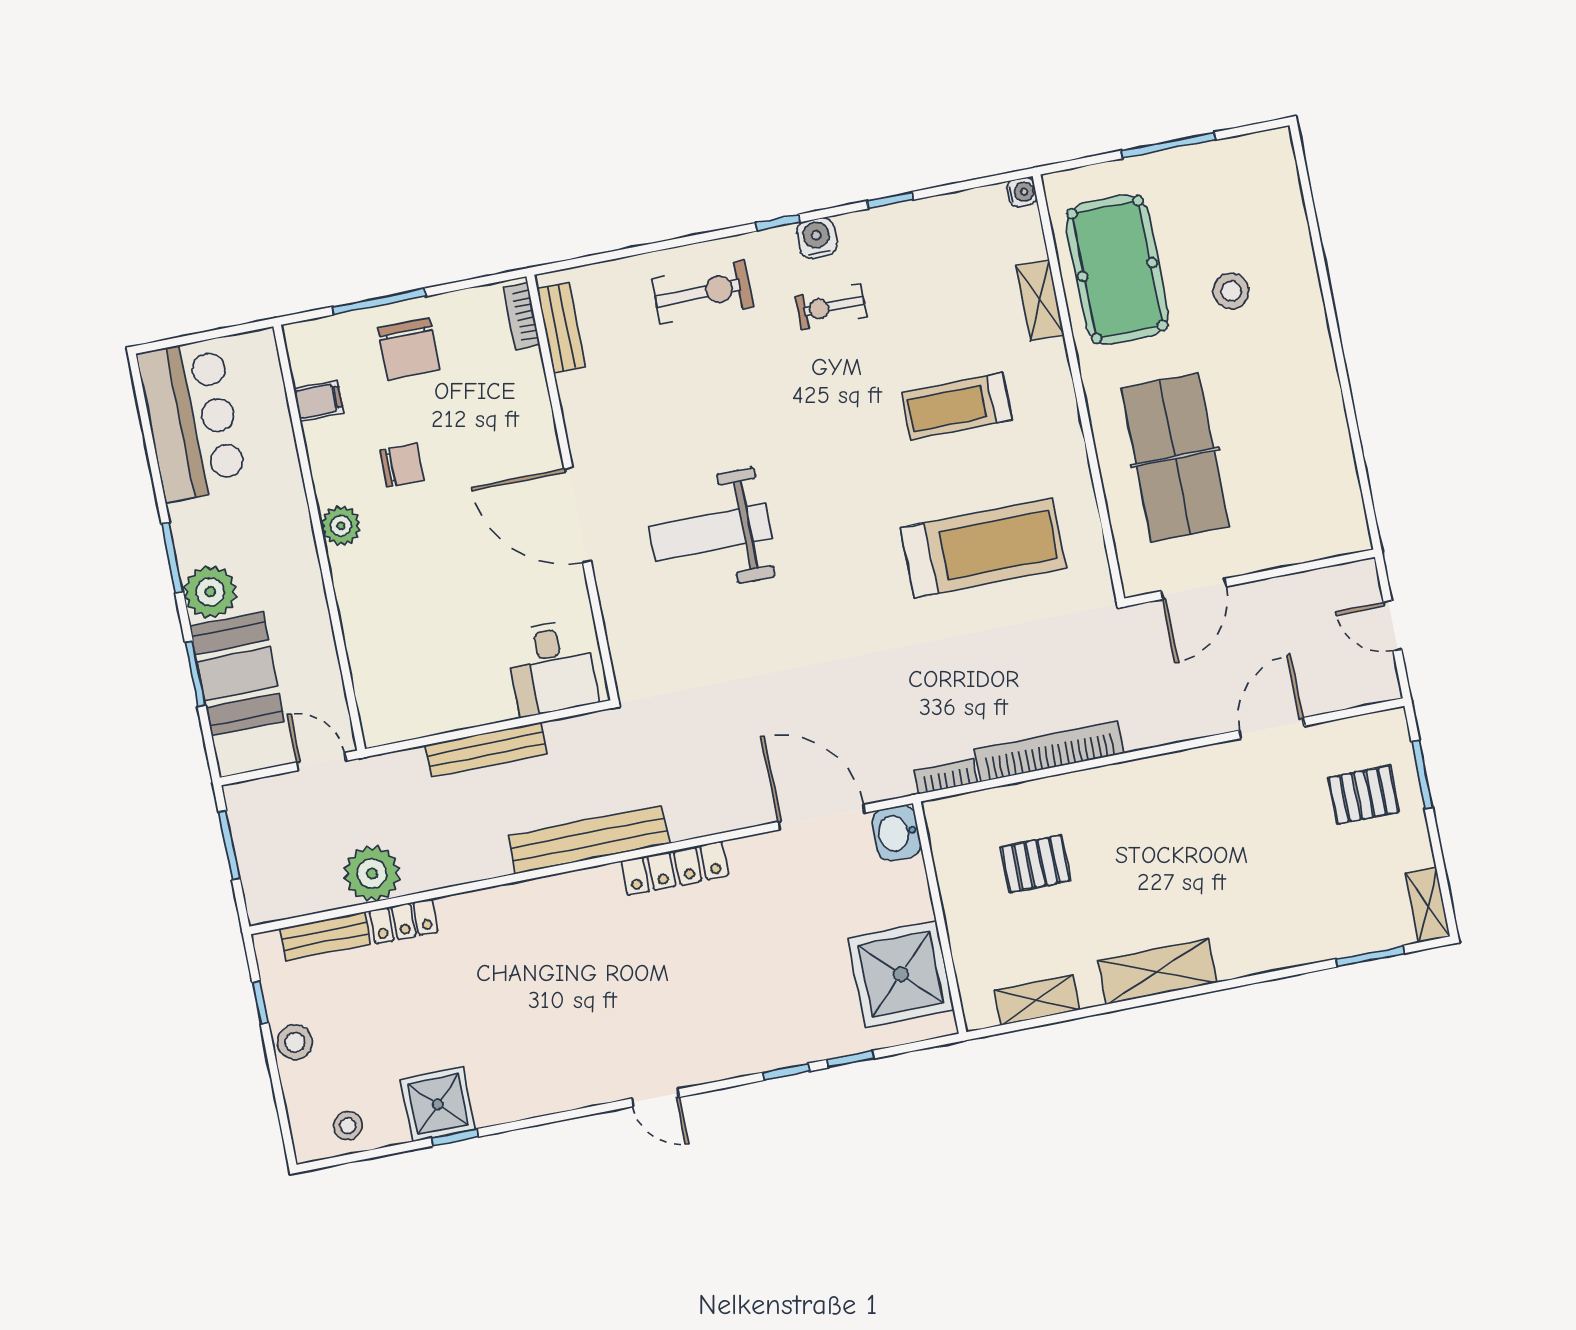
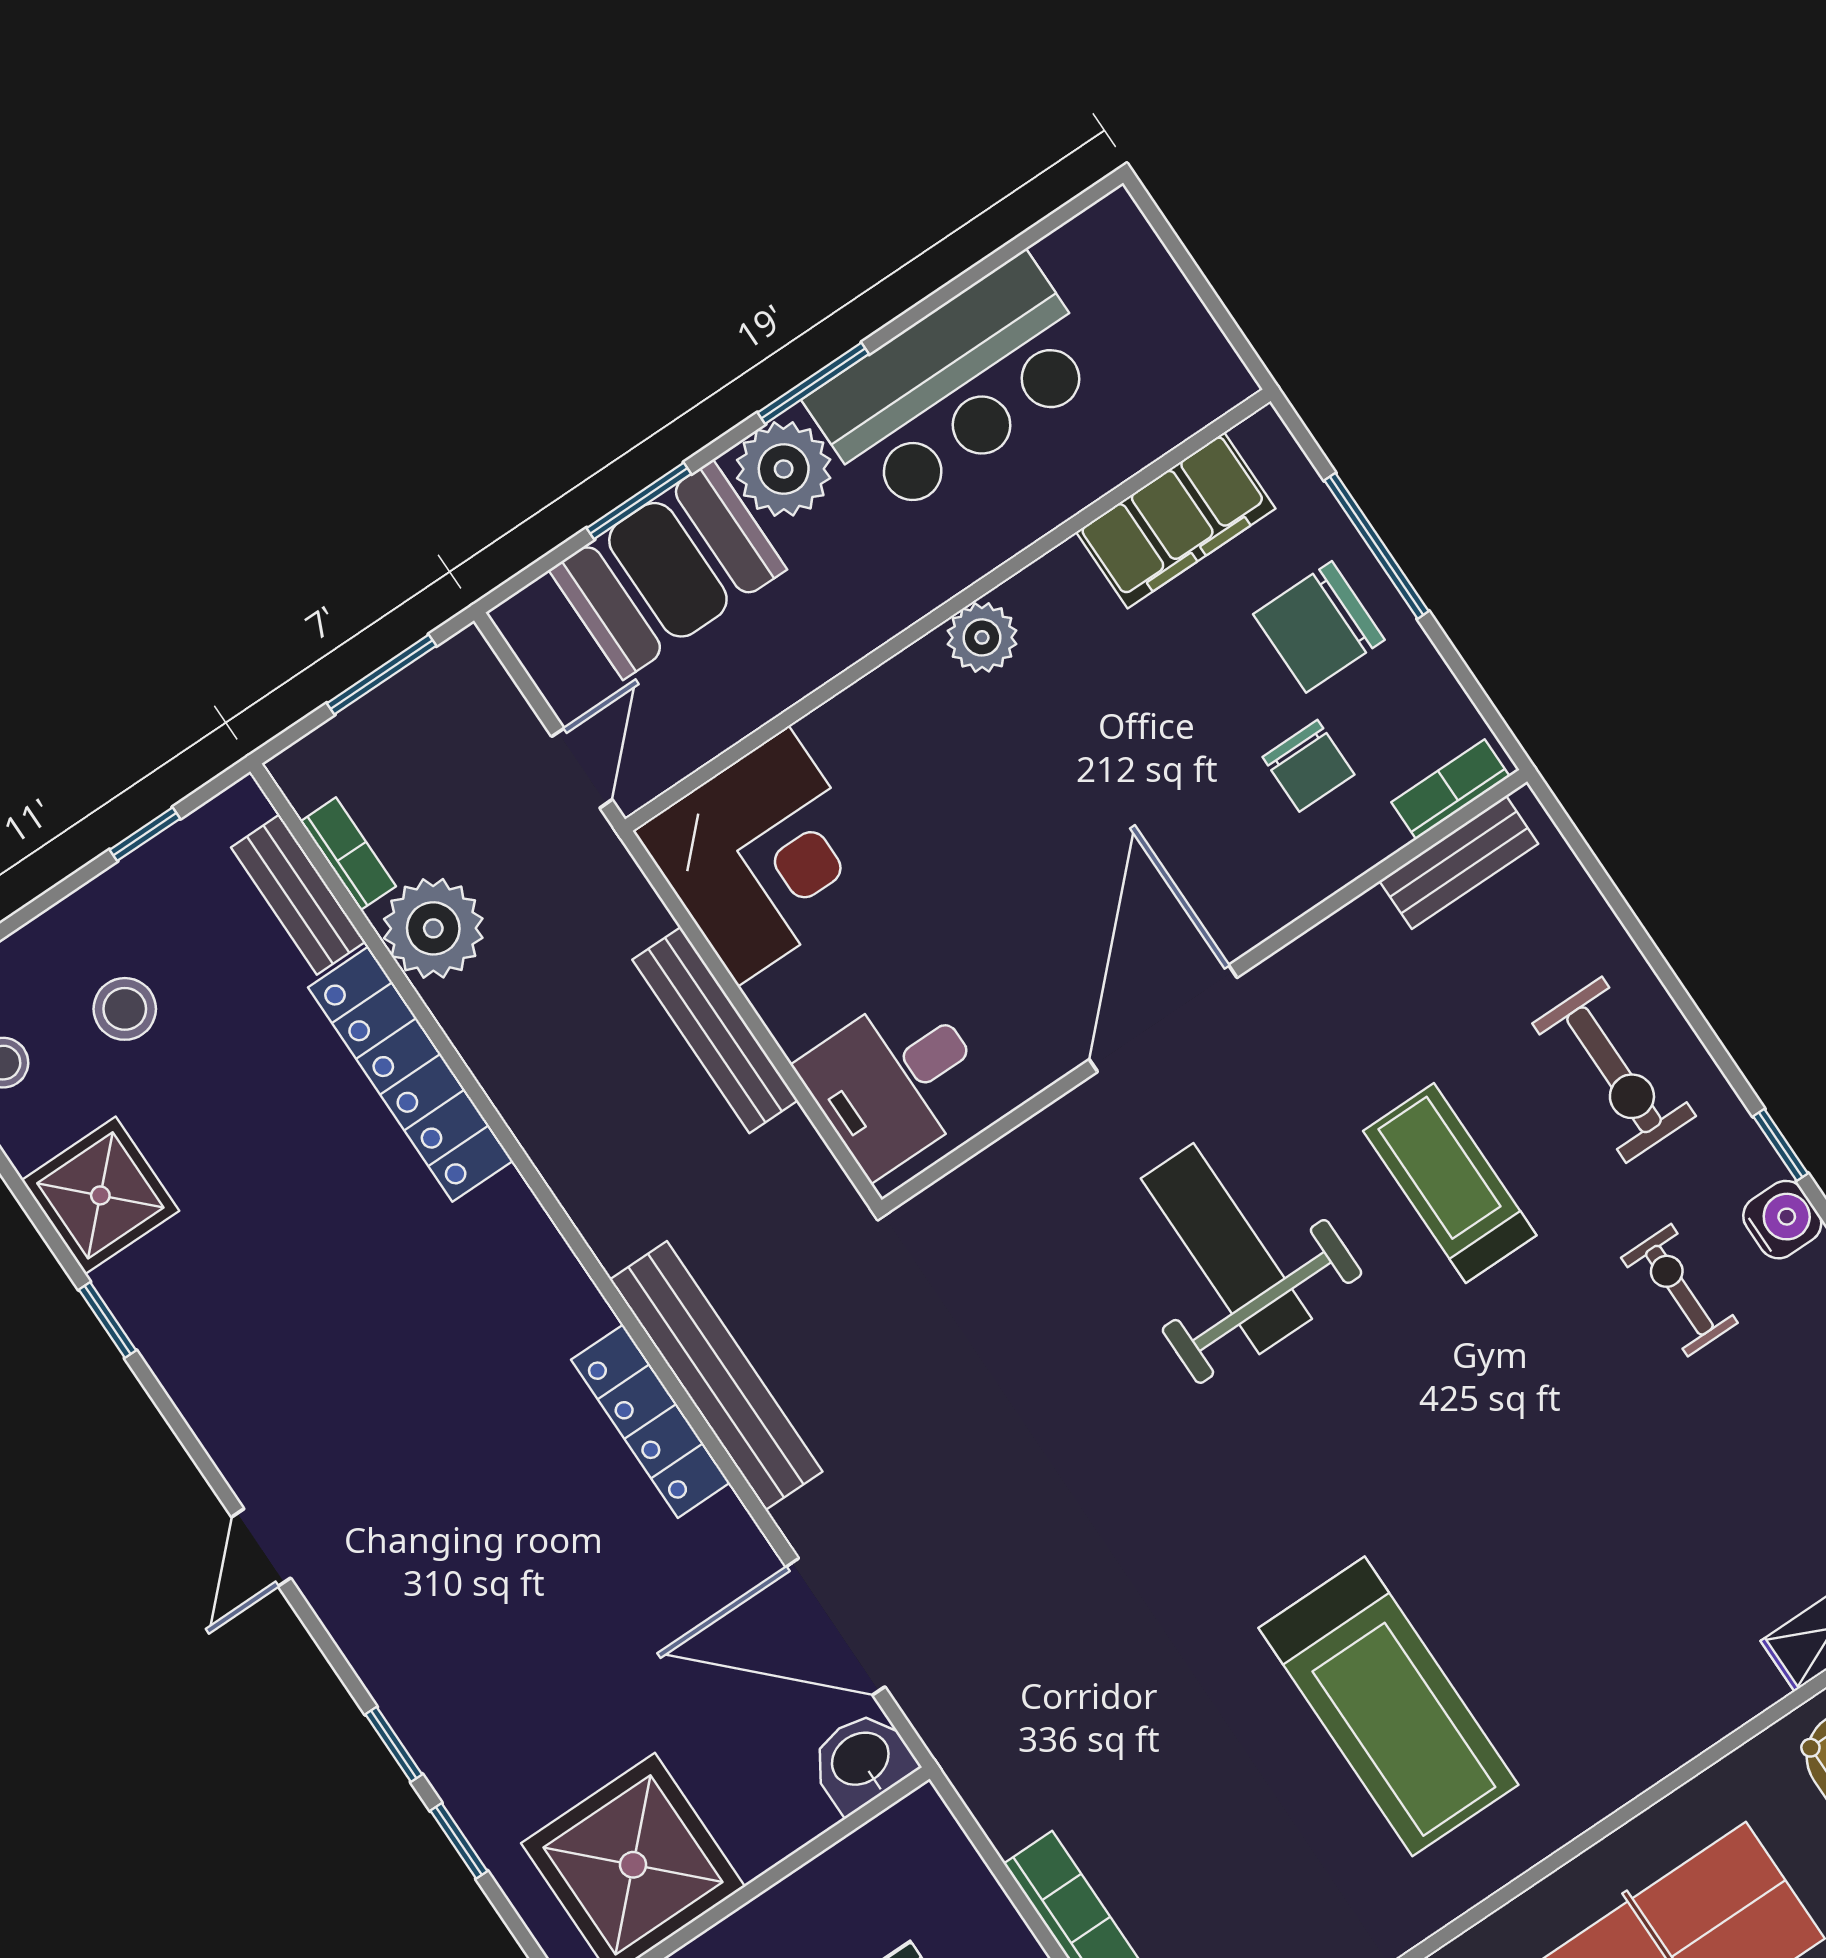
filing cabinet: (319, 401) -> (1176, 520), width x3.00, depth x1.17
treadmill: (957, 406) -> (1450, 1183), moved
bar counter: (192, 420) -> (955, 386), moved
chair: (402, 465) -> (1308, 766), moved
corner desk: (406, 687) -> (763, 856), added
bookcase: (946, 776) -> (348, 854), moved
door: (822, 817) -> (836, 1627), swing flipped
bench: (589, 840) -> (716, 1376), moved
locker: (404, 921) -> (410, 1074), width x2.16, depth x1.21
stool: (295, 1042) -> (125, 1009), moved
window: (455, 1137) -> (108, 1320), moved

